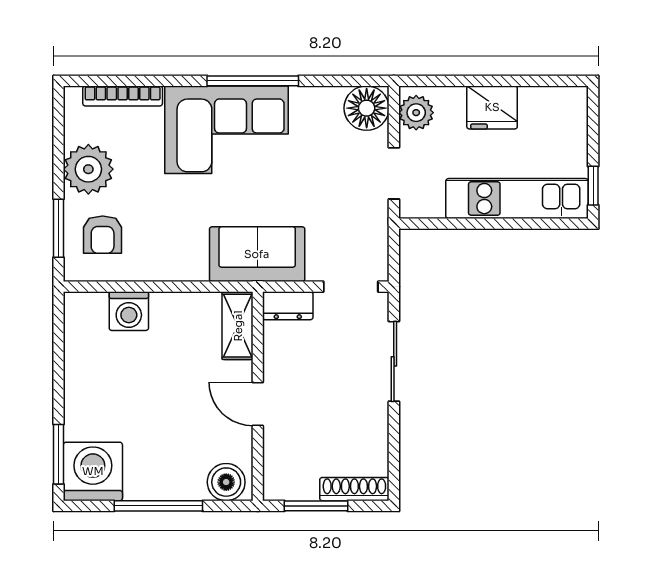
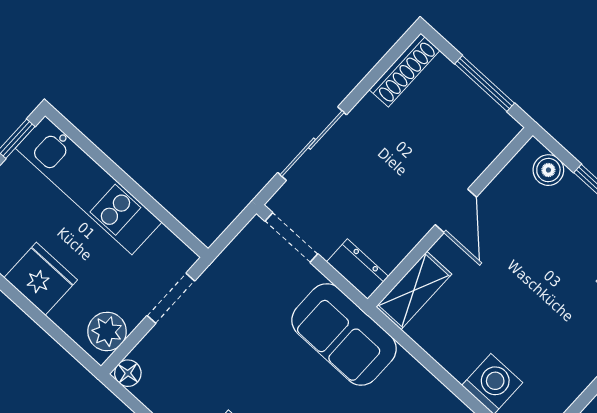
floor lamp: (367, 108) -> (128, 373), width x0.53, depth x0.53
boiler: (226, 482) -> (548, 170), width x0.73, depth x0.73
shoe rack: (354, 489) -> (405, 70), moved, turned -90

